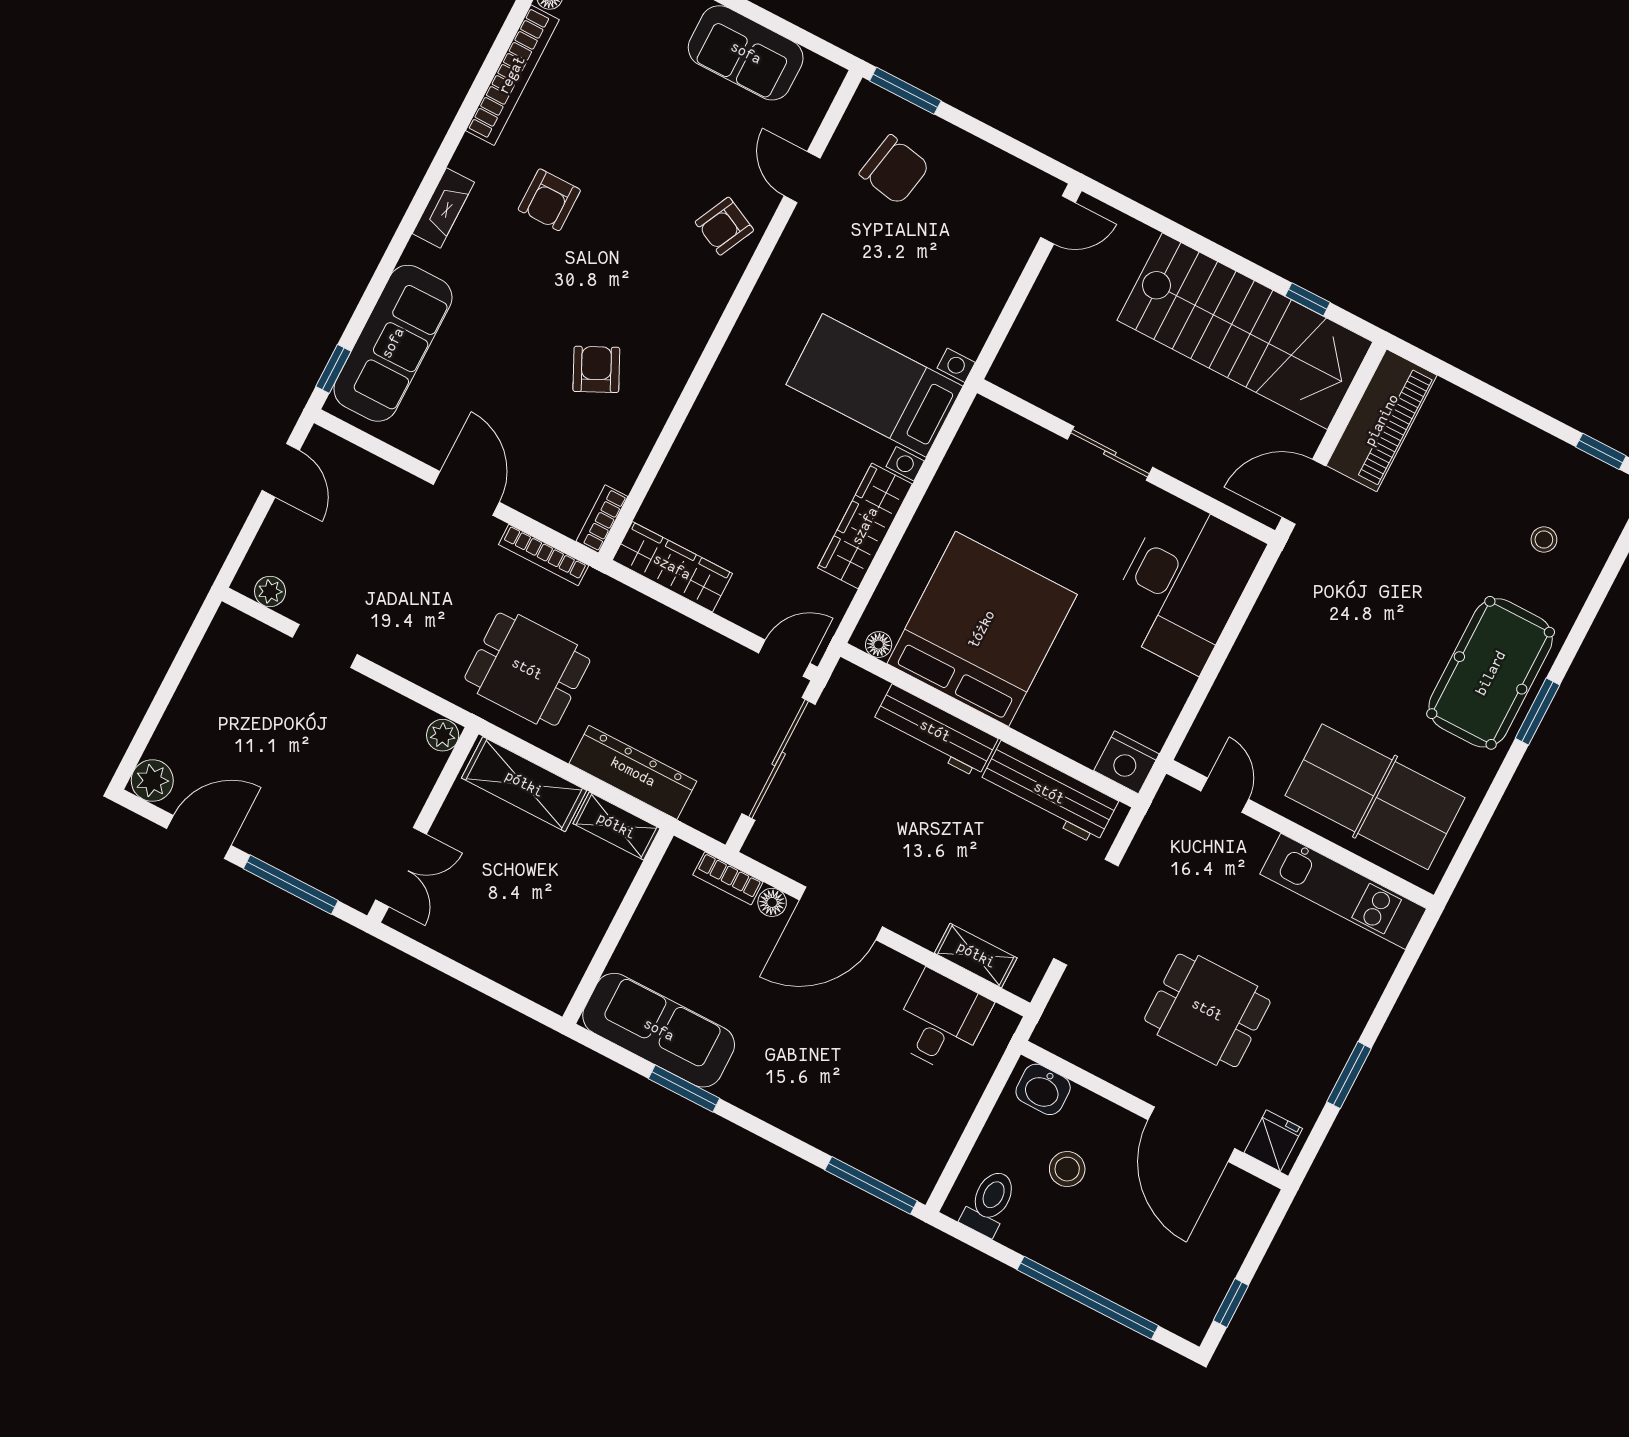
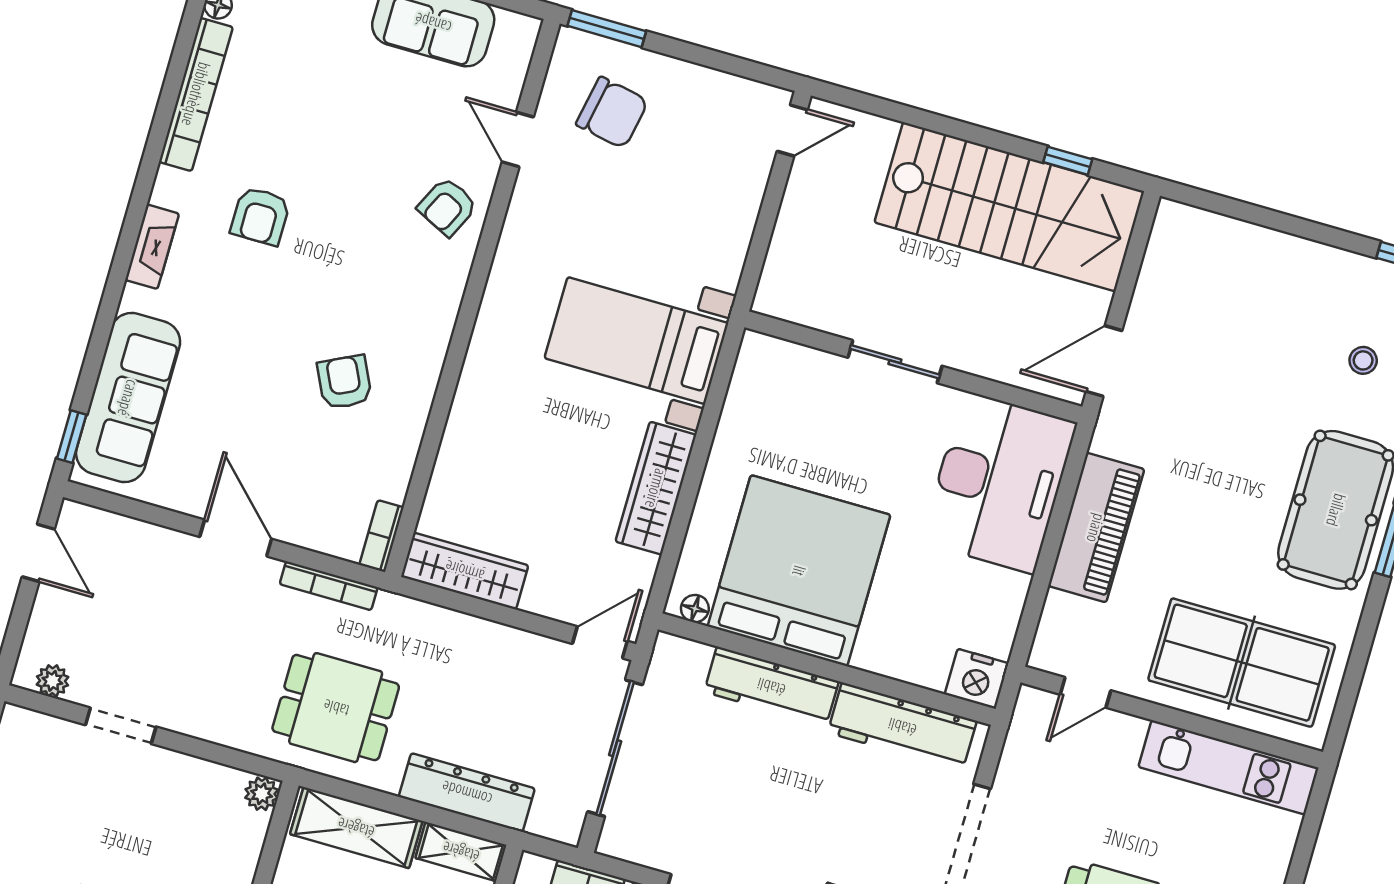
piano: (1382, 420) -> (1096, 528), moved
door: (1225, 795) -> (1085, 692), swing flipped

